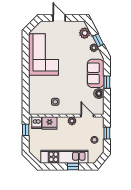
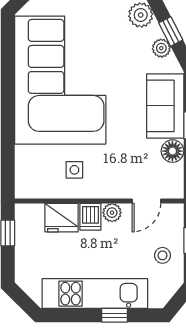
corner sofa: (44, 54) -> (60, 80), width x1.36, depth x1.36
door: (87, 116) -> (146, 201), swing flipped
dishwasher: (37, 123) -> (90, 217), moved

